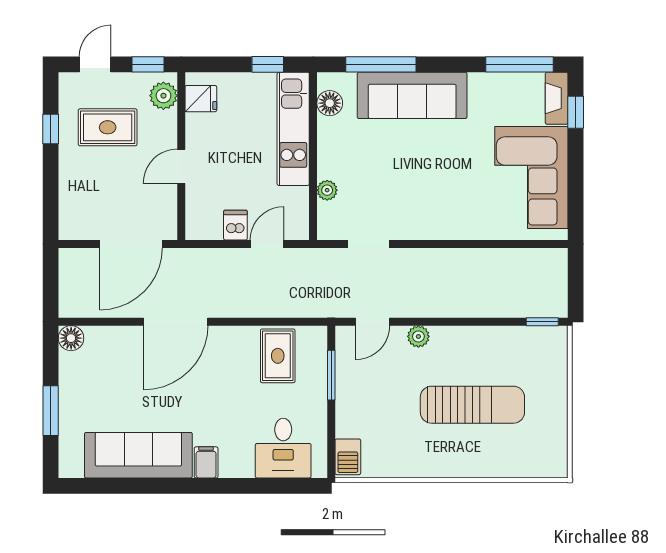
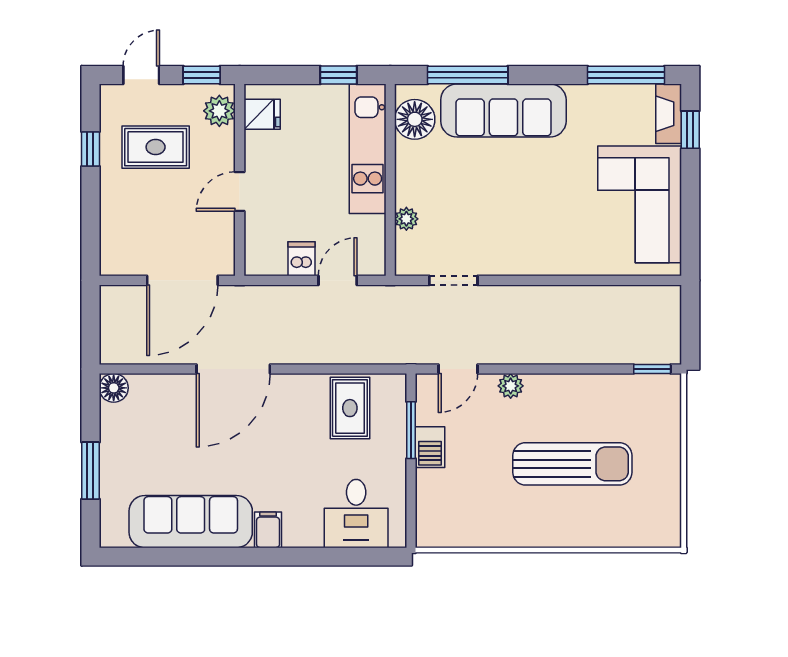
floor lamp: (330, 103) -> (415, 119), width x1.38, depth x1.38
barbecue: (348, 457) -> (430, 447), moved

